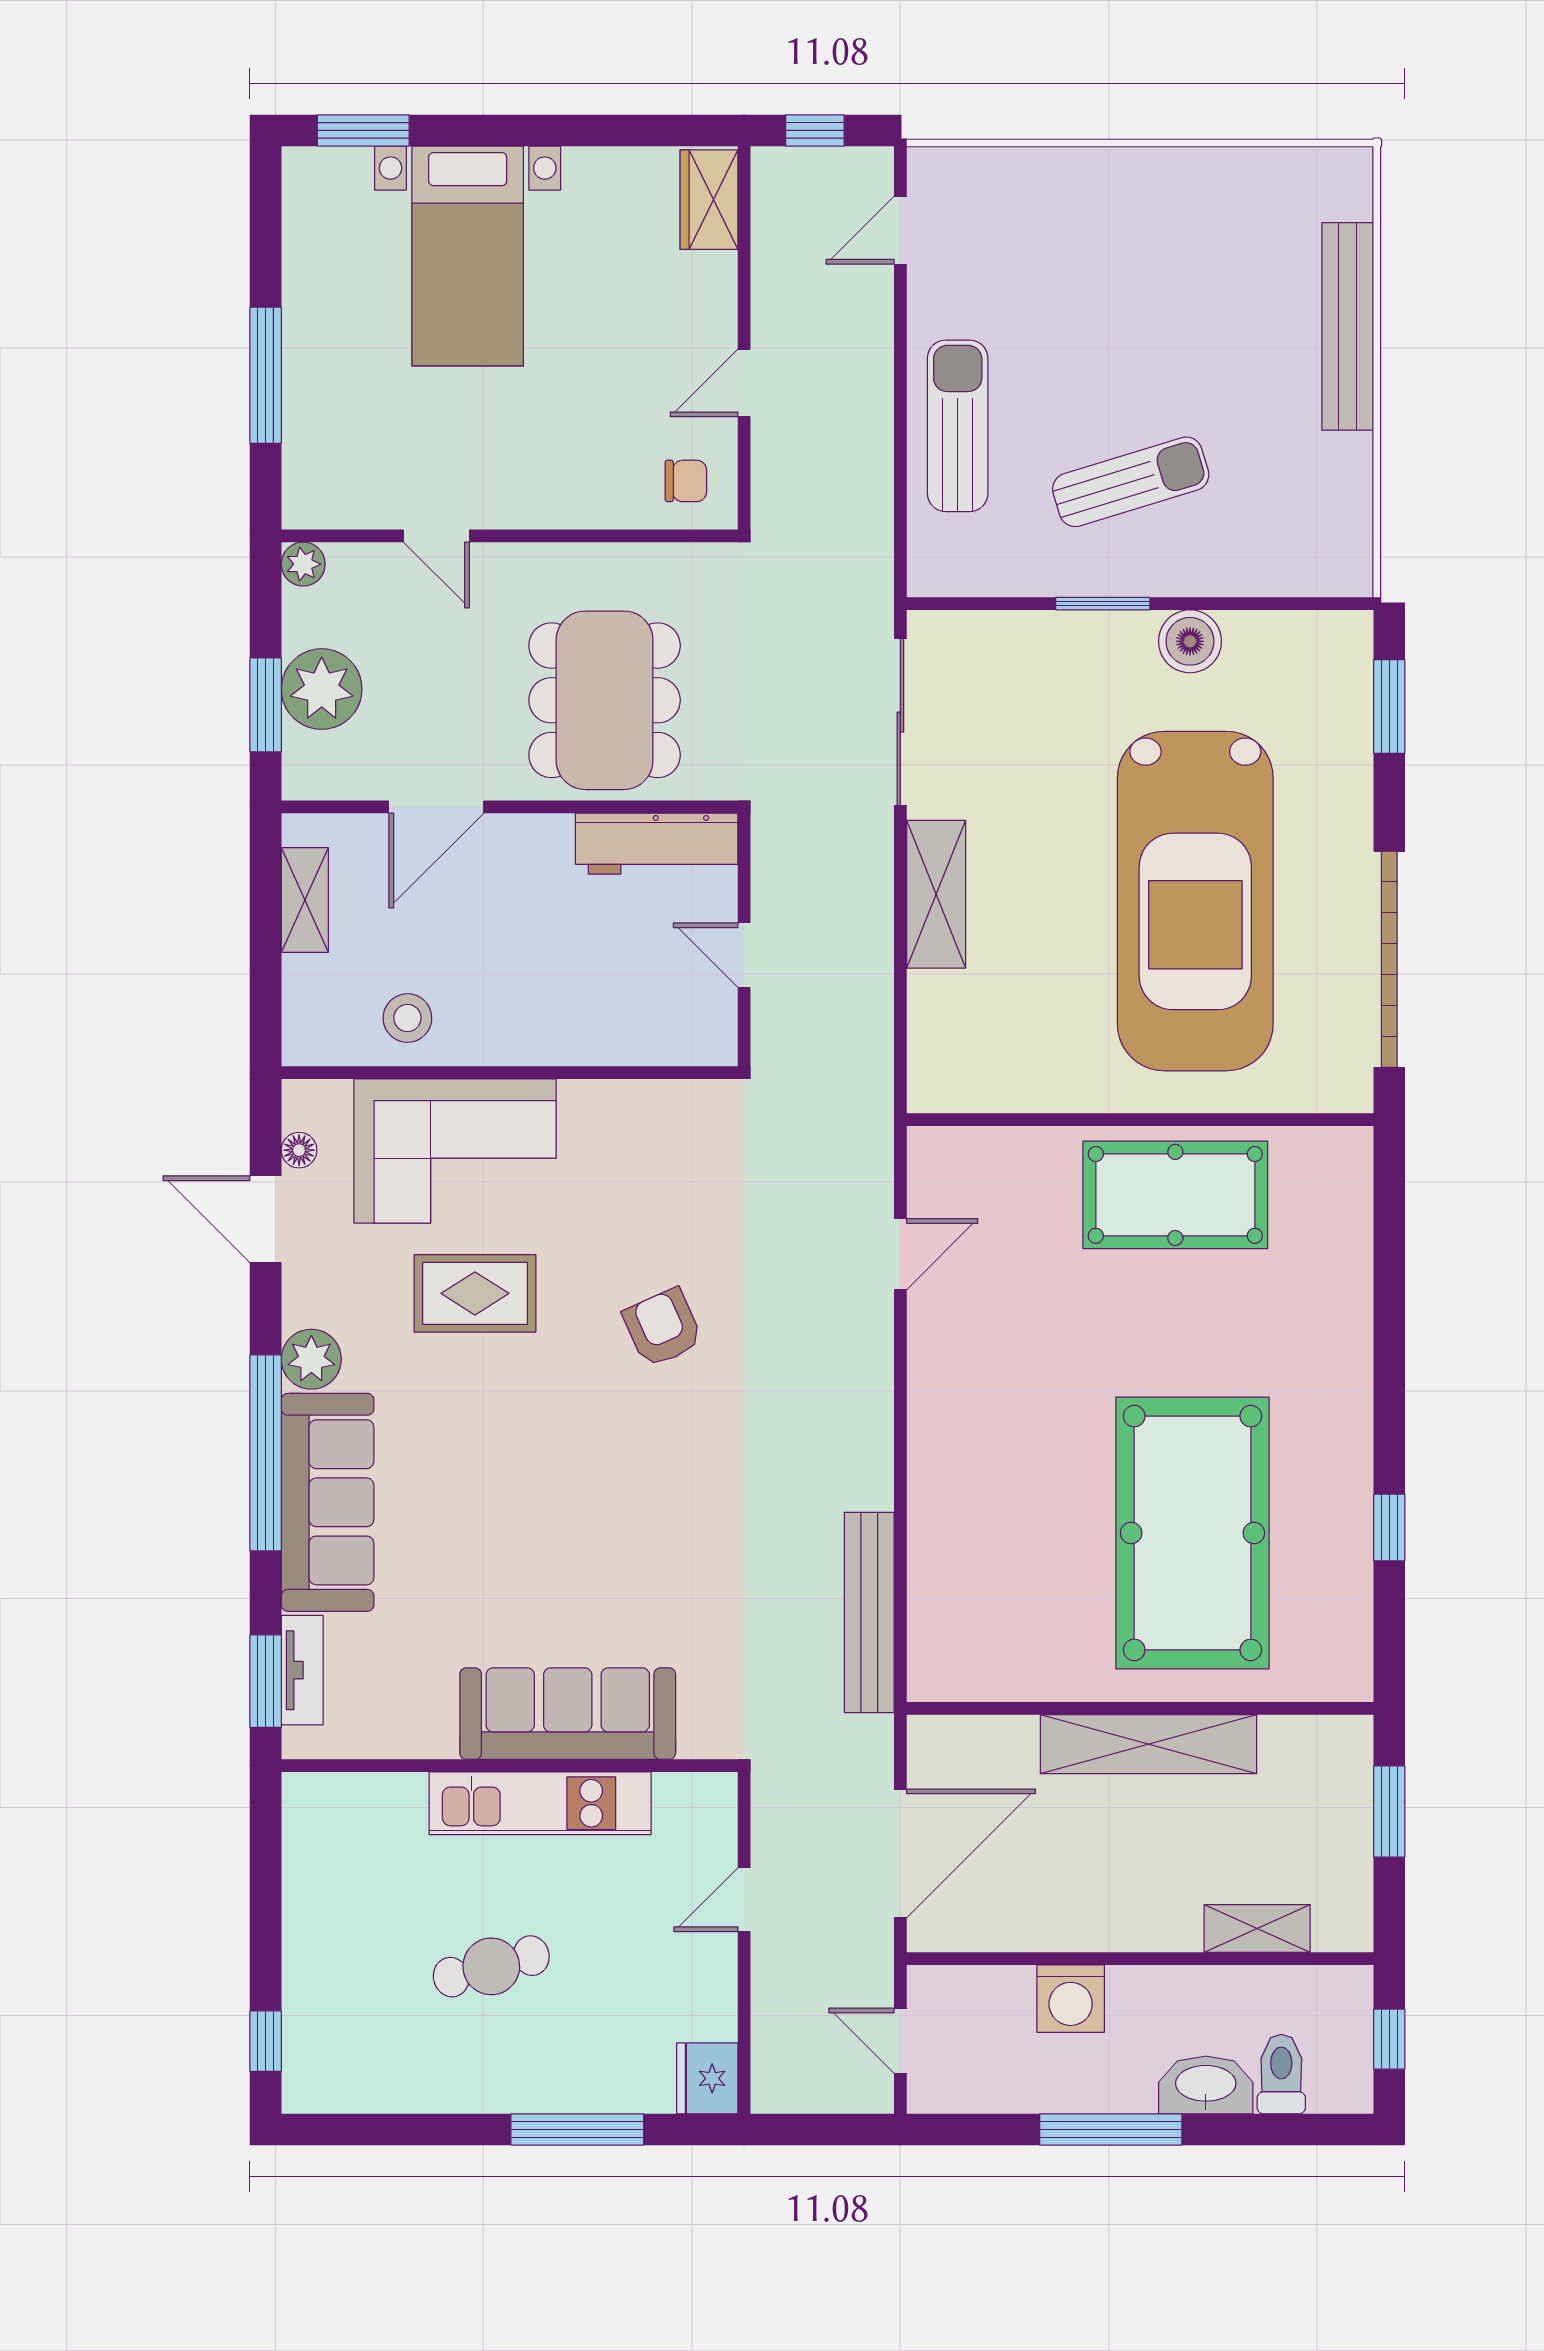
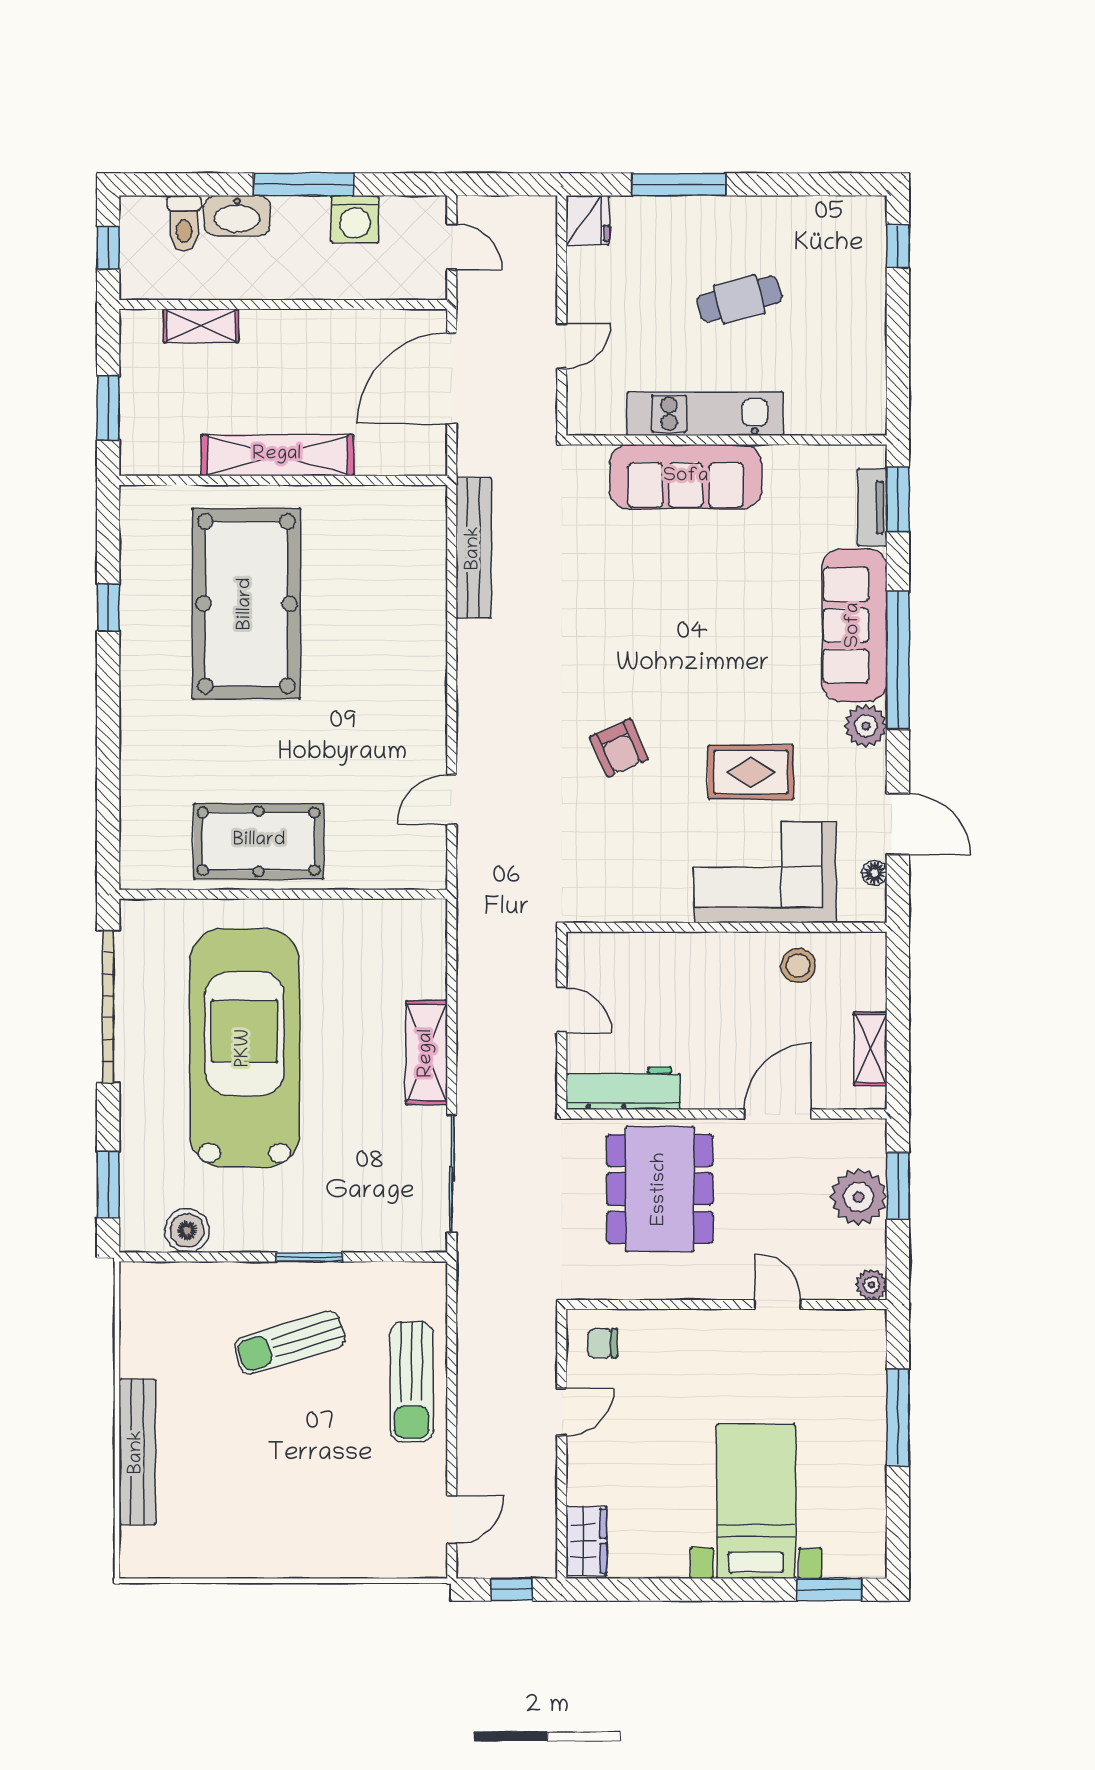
boiler: (1190, 641) -> (187, 1230), moved
washing machine: (1071, 1999) -> (355, 219), moved, turned 180

